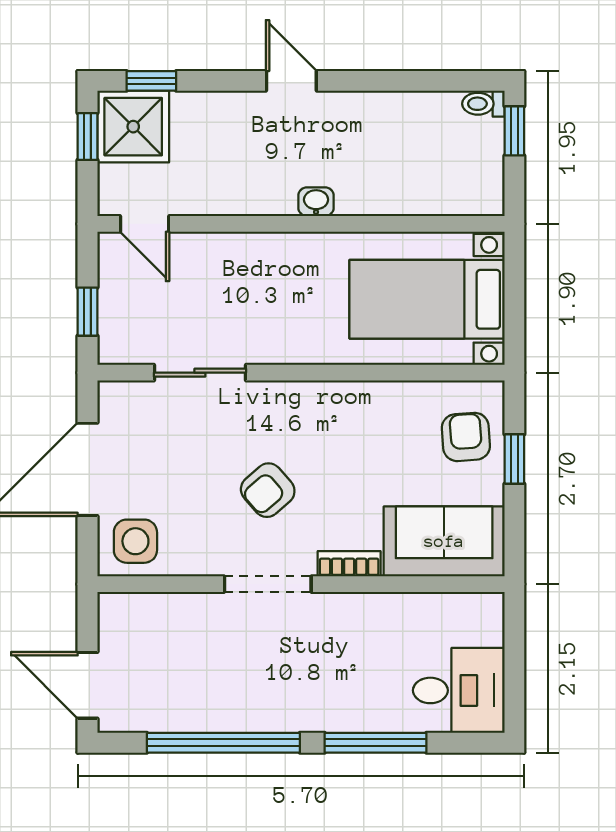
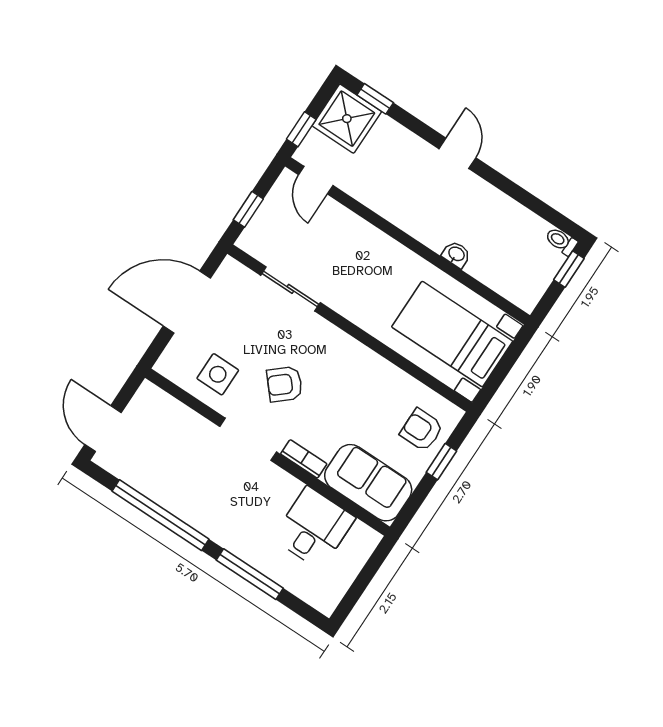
window: (88, 137) -> (301, 129), moved
washbasin: (316, 202) -> (456, 254), moved
armchair: (466, 437) -> (422, 430), turned -86
side table: (135, 541) -> (218, 374), moved
desk: (459, 690) -> (314, 528), moved, turned -90

